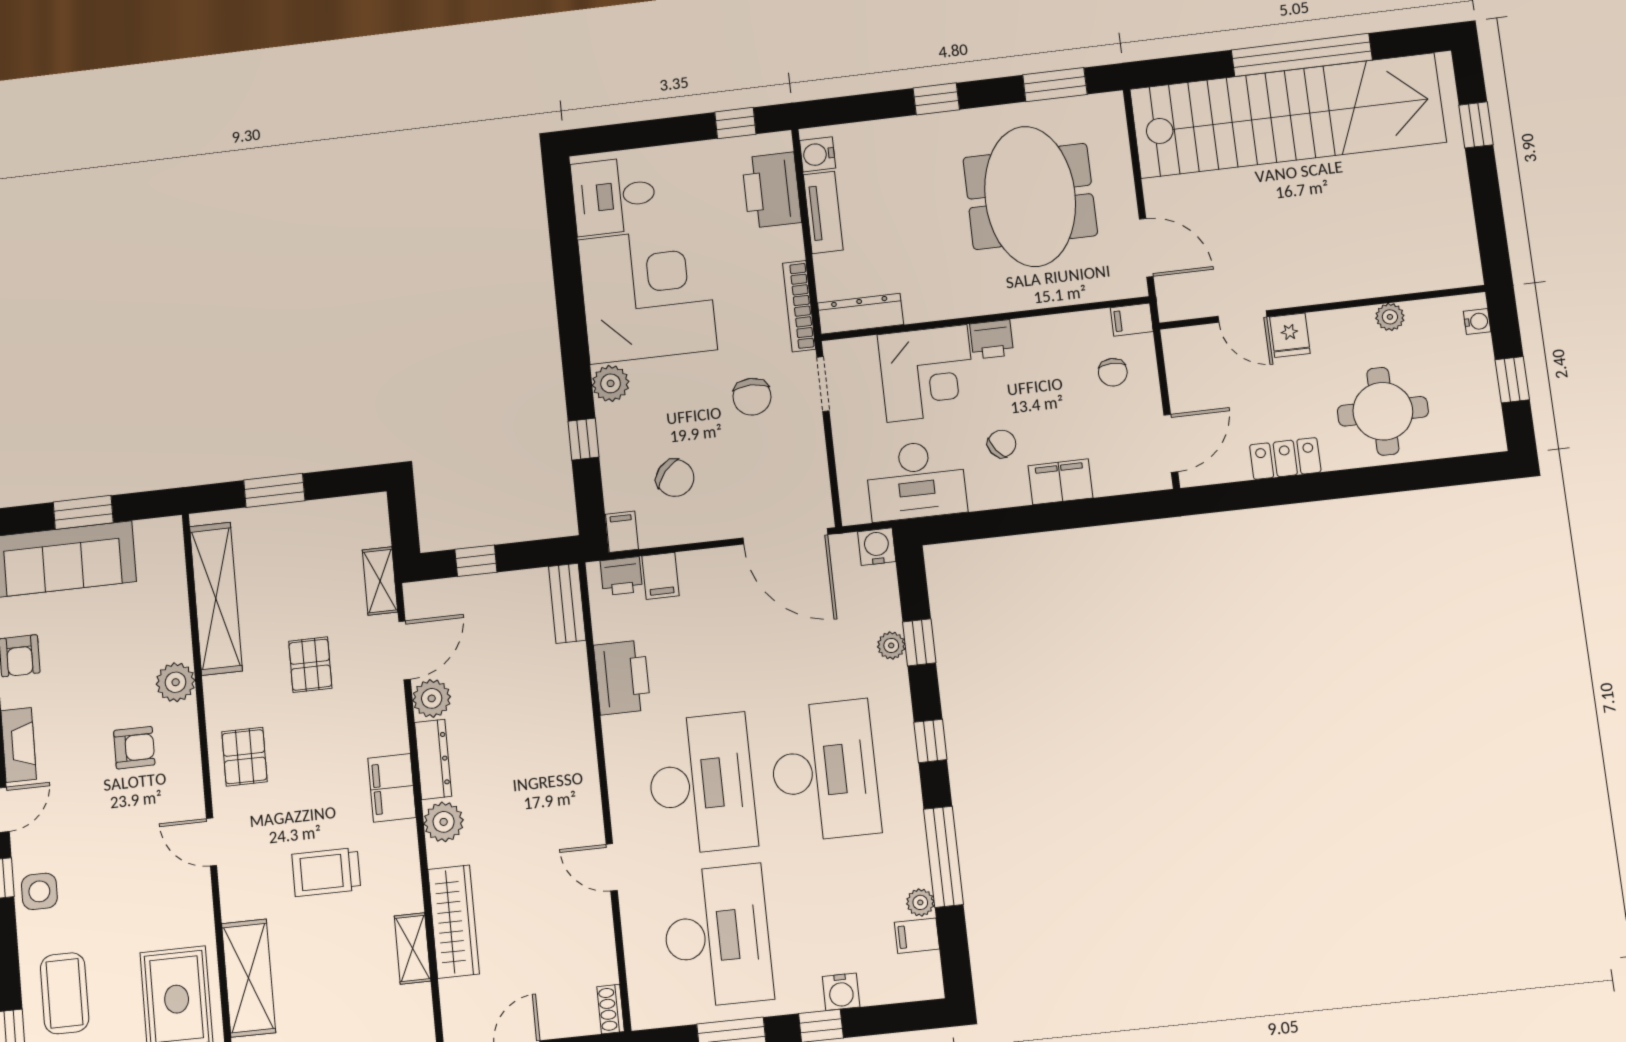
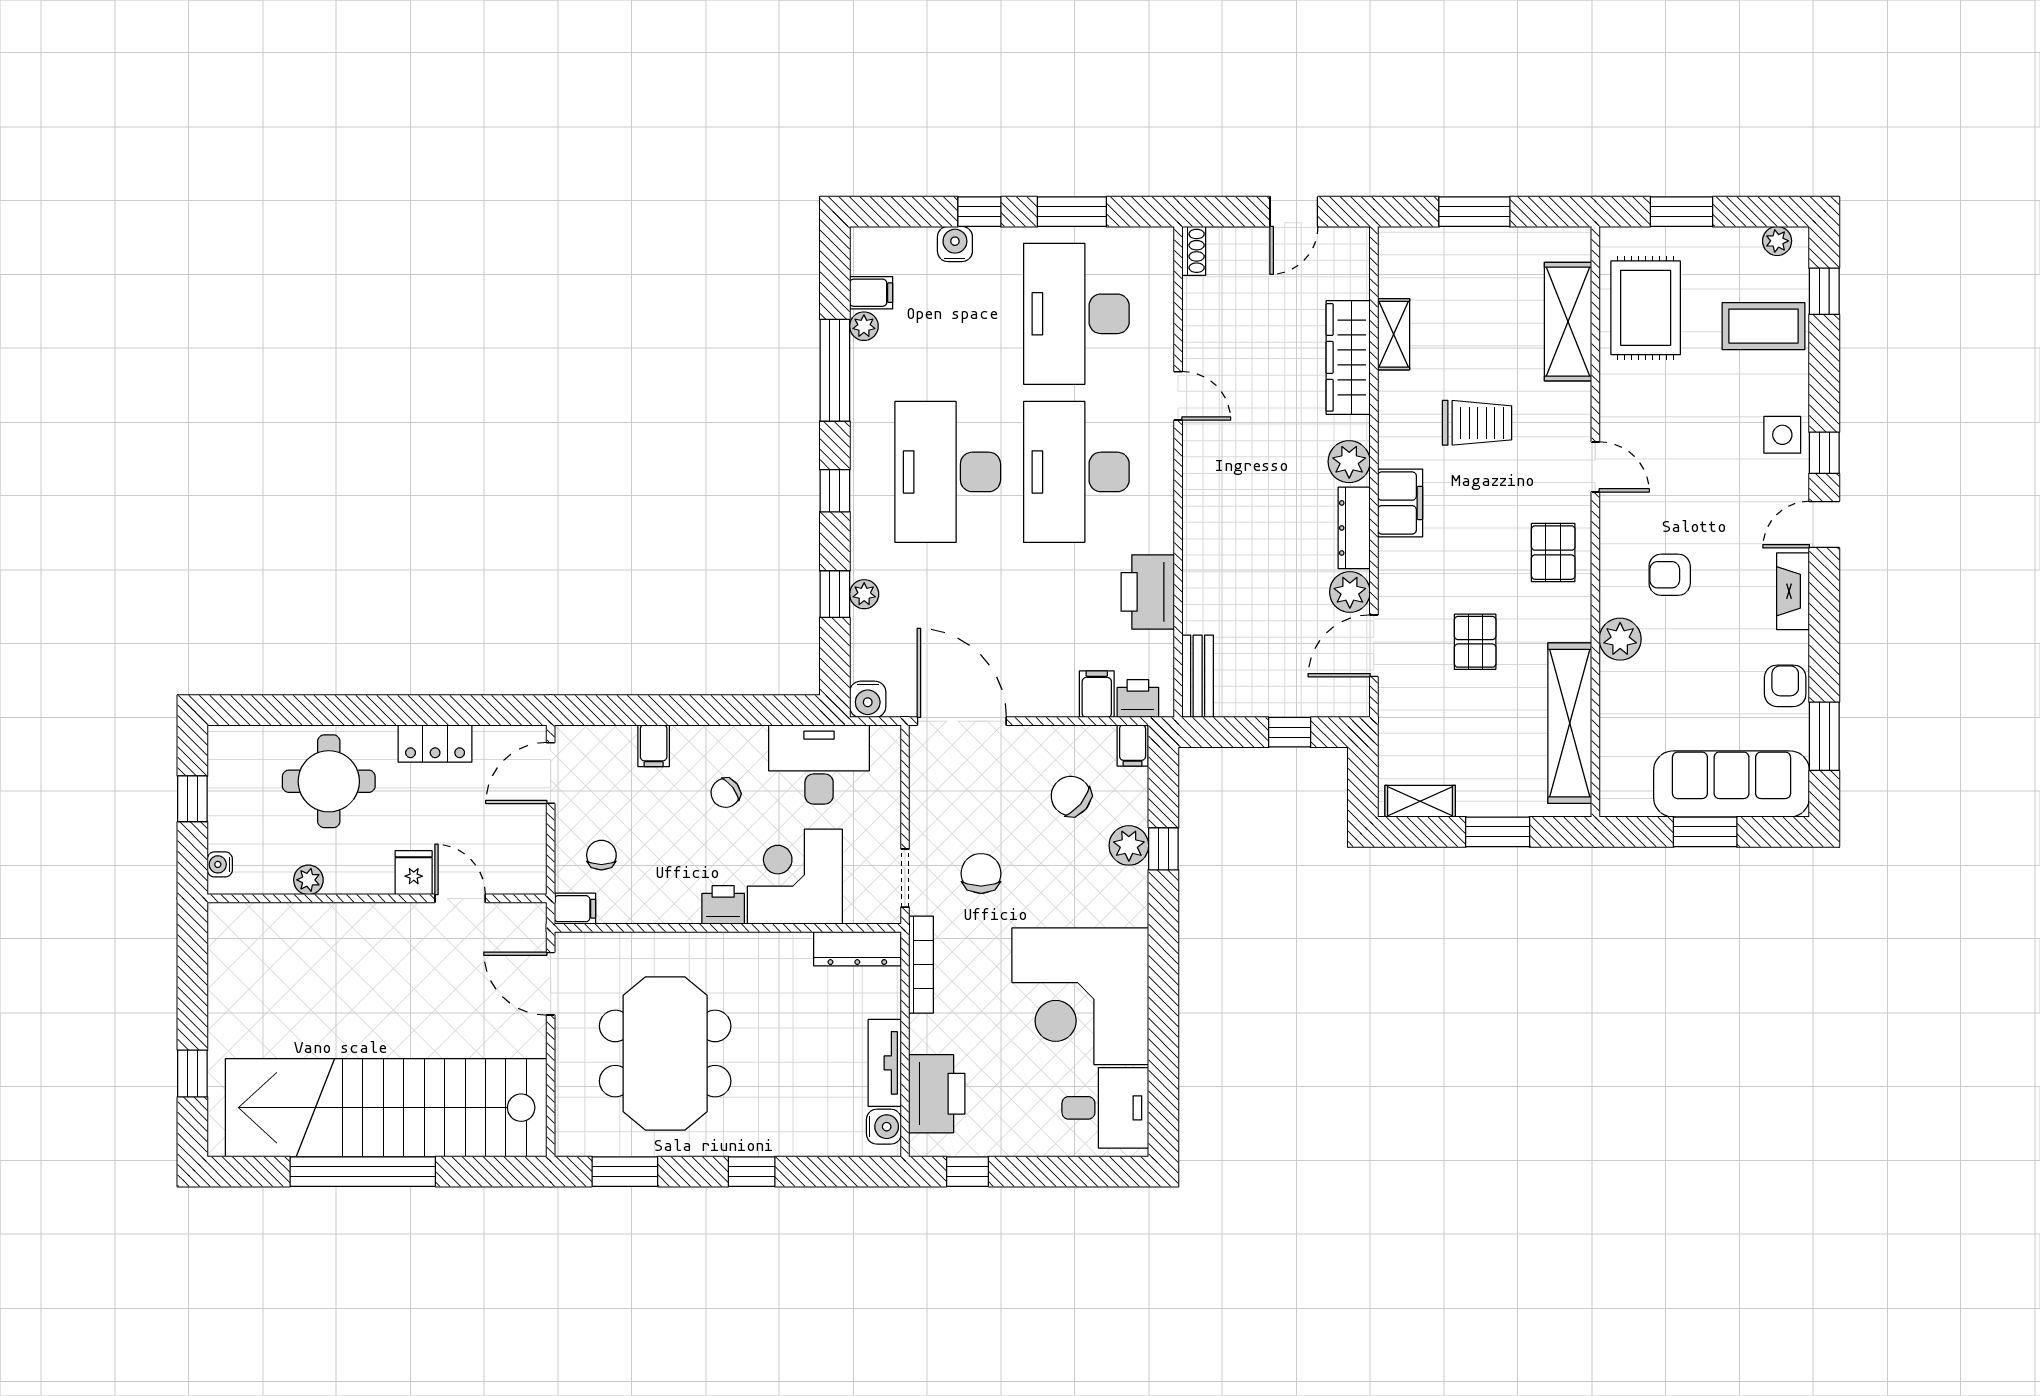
plant: (611, 383) -> (1129, 845), moved
filing cabinet: (1061, 482) -> (654, 746), width x0.50
shelving: (380, 581) -> (1420, 801), moved, turned 90
coffee table: (65, 993) -> (1763, 326), turned 90

